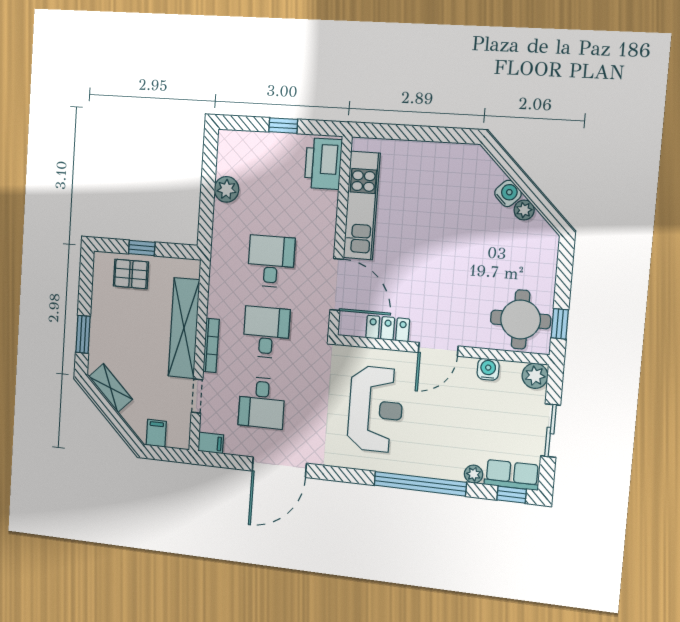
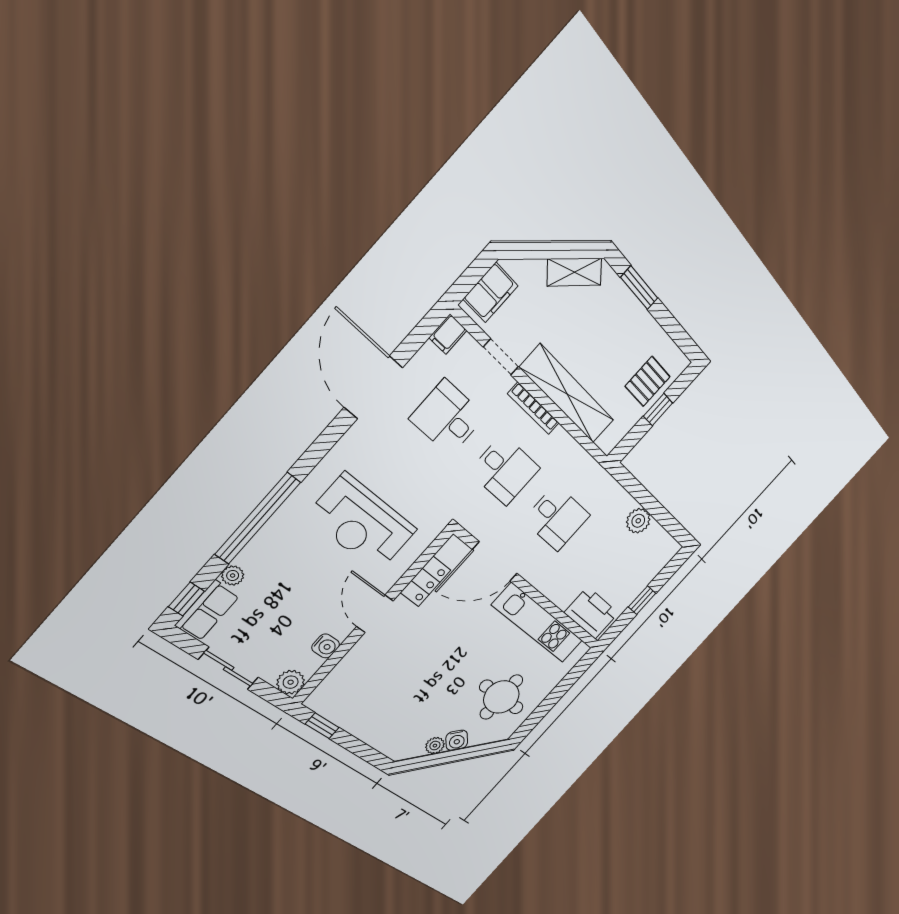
round table: (521, 319) -> (501, 697), moved
filing cabinet: (156, 433) -> (491, 292), width x2.00

